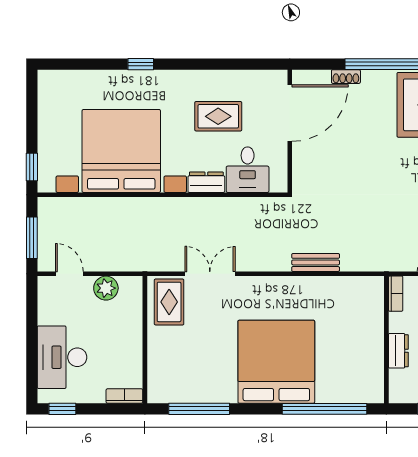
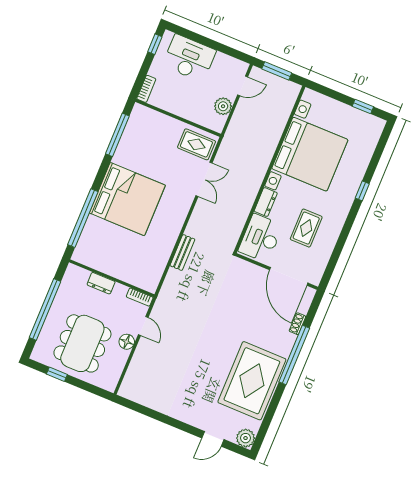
window: (32, 167) -> (363, 107), moved
desk: (248, 170) -> (261, 238), width x1.37

